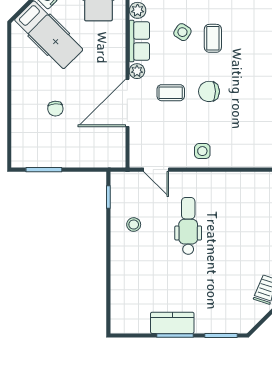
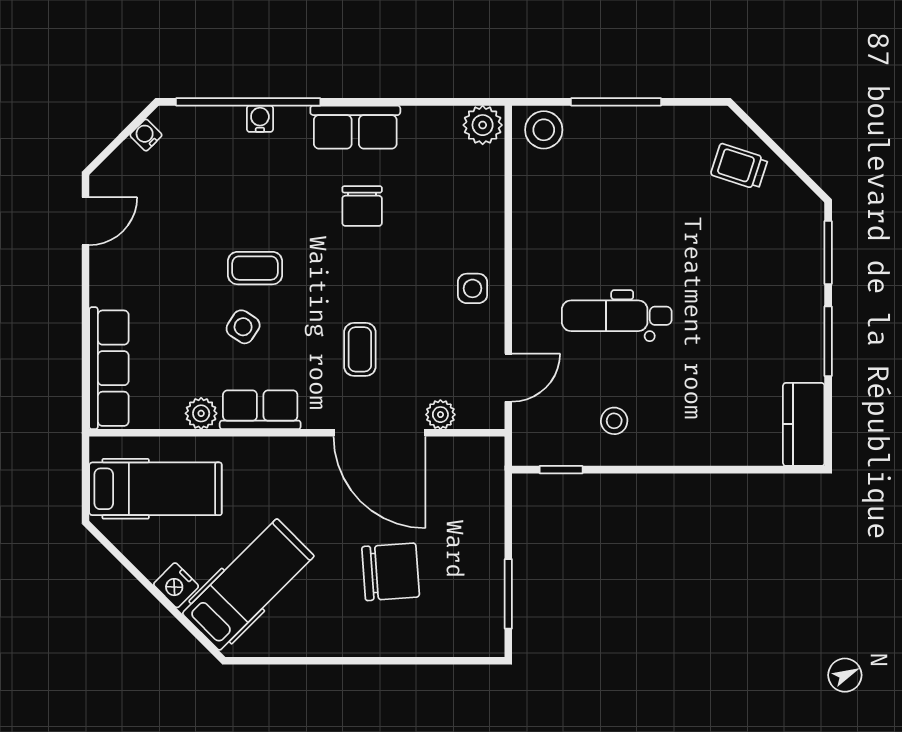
plant: (137, 71) -> (440, 415), moved
chair: (209, 91) -> (362, 206), moved
chair: (55, 109) -> (391, 572), width x1.87, depth x1.87
kitchen counter: (172, 323) -> (804, 424), moved

